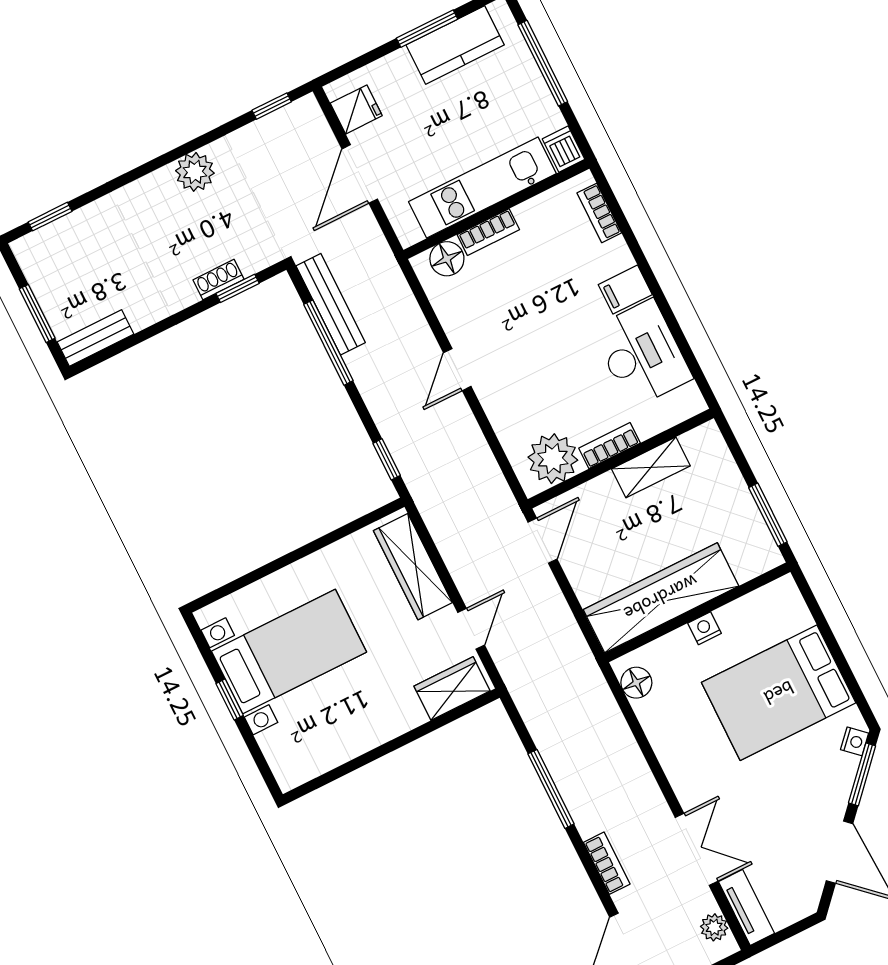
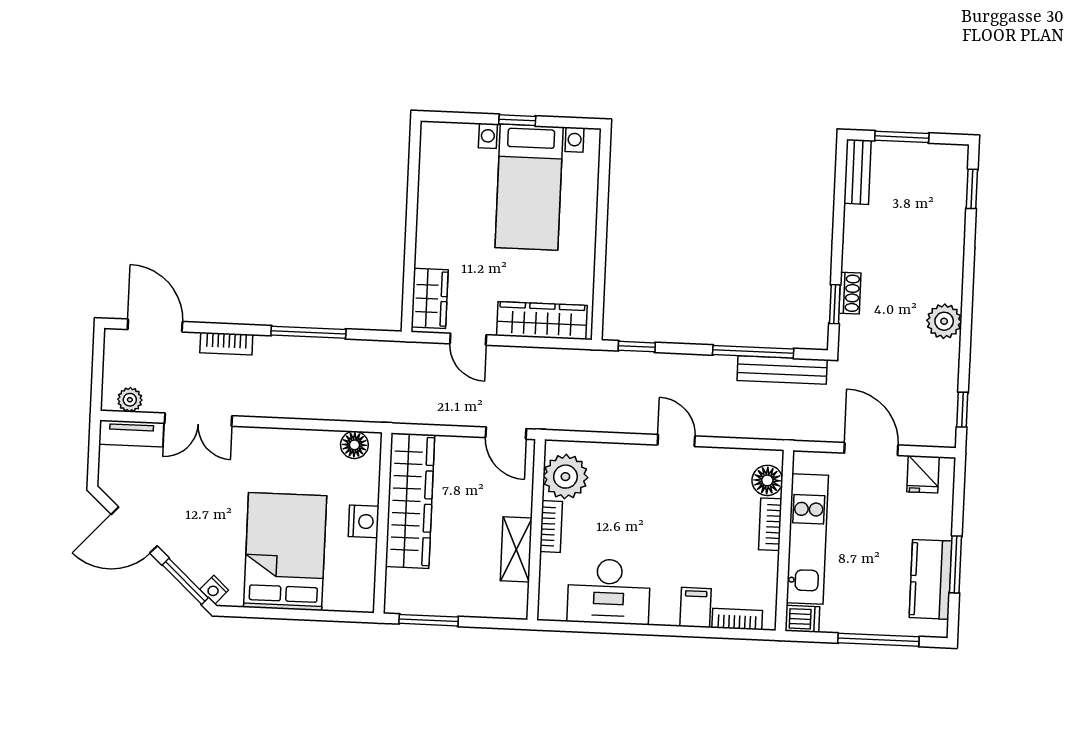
filing cabinet: (625, 290) -> (696, 608), moved
nightstand: (705, 628) -> (364, 521), width x1.39, depth x1.35

